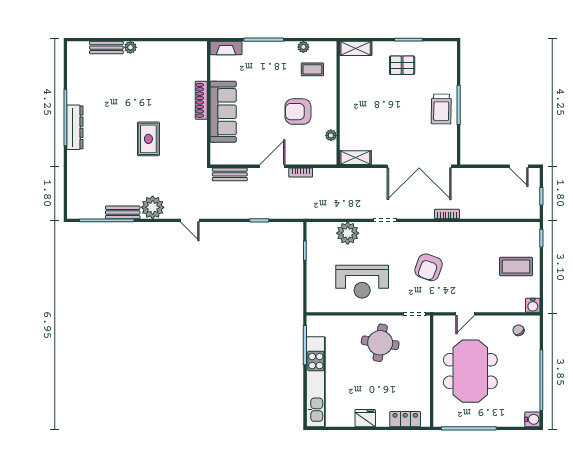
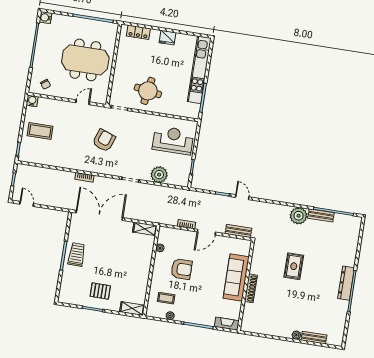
door: (190, 220) -> (242, 197), moved
reception desk: (362, 282) -> (173, 140), moved
meeting table: (470, 371) -> (85, 60), turned 90

